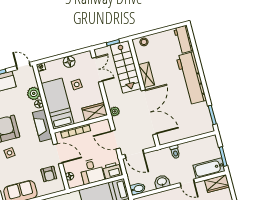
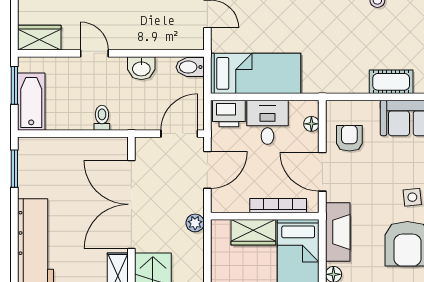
wardrobe: (95, 112) -> (253, 232), moved
door: (116, 140) -> (207, 170), hinge flipped
door: (134, 154) -> (179, 134), hinge flipped
bathtub: (209, 168) -> (31, 102), moved, turned -90

